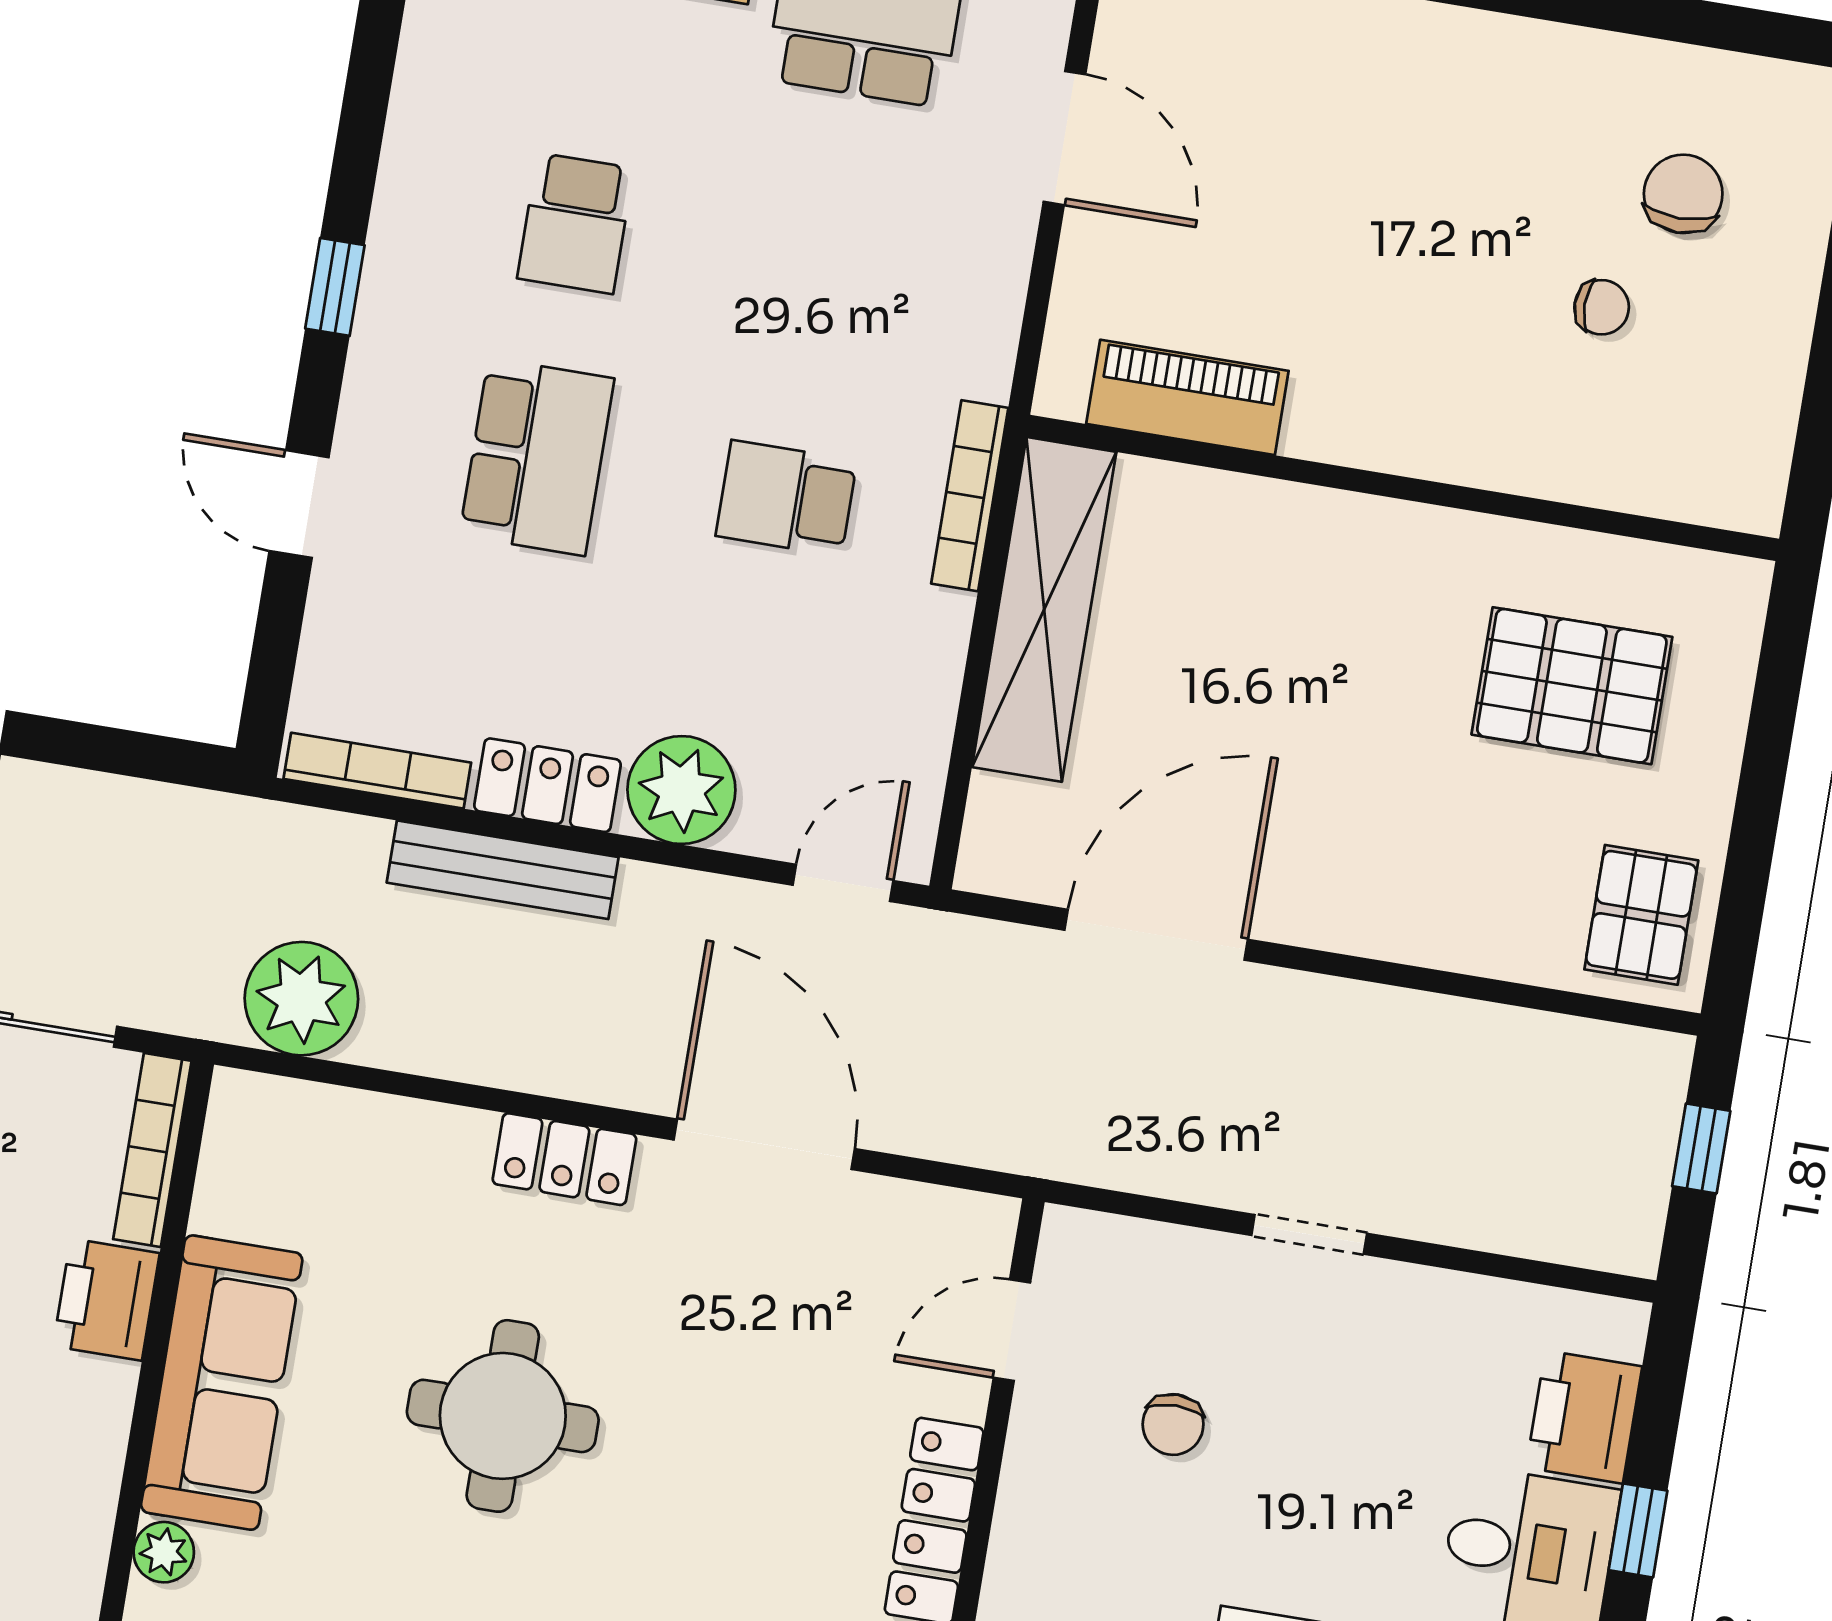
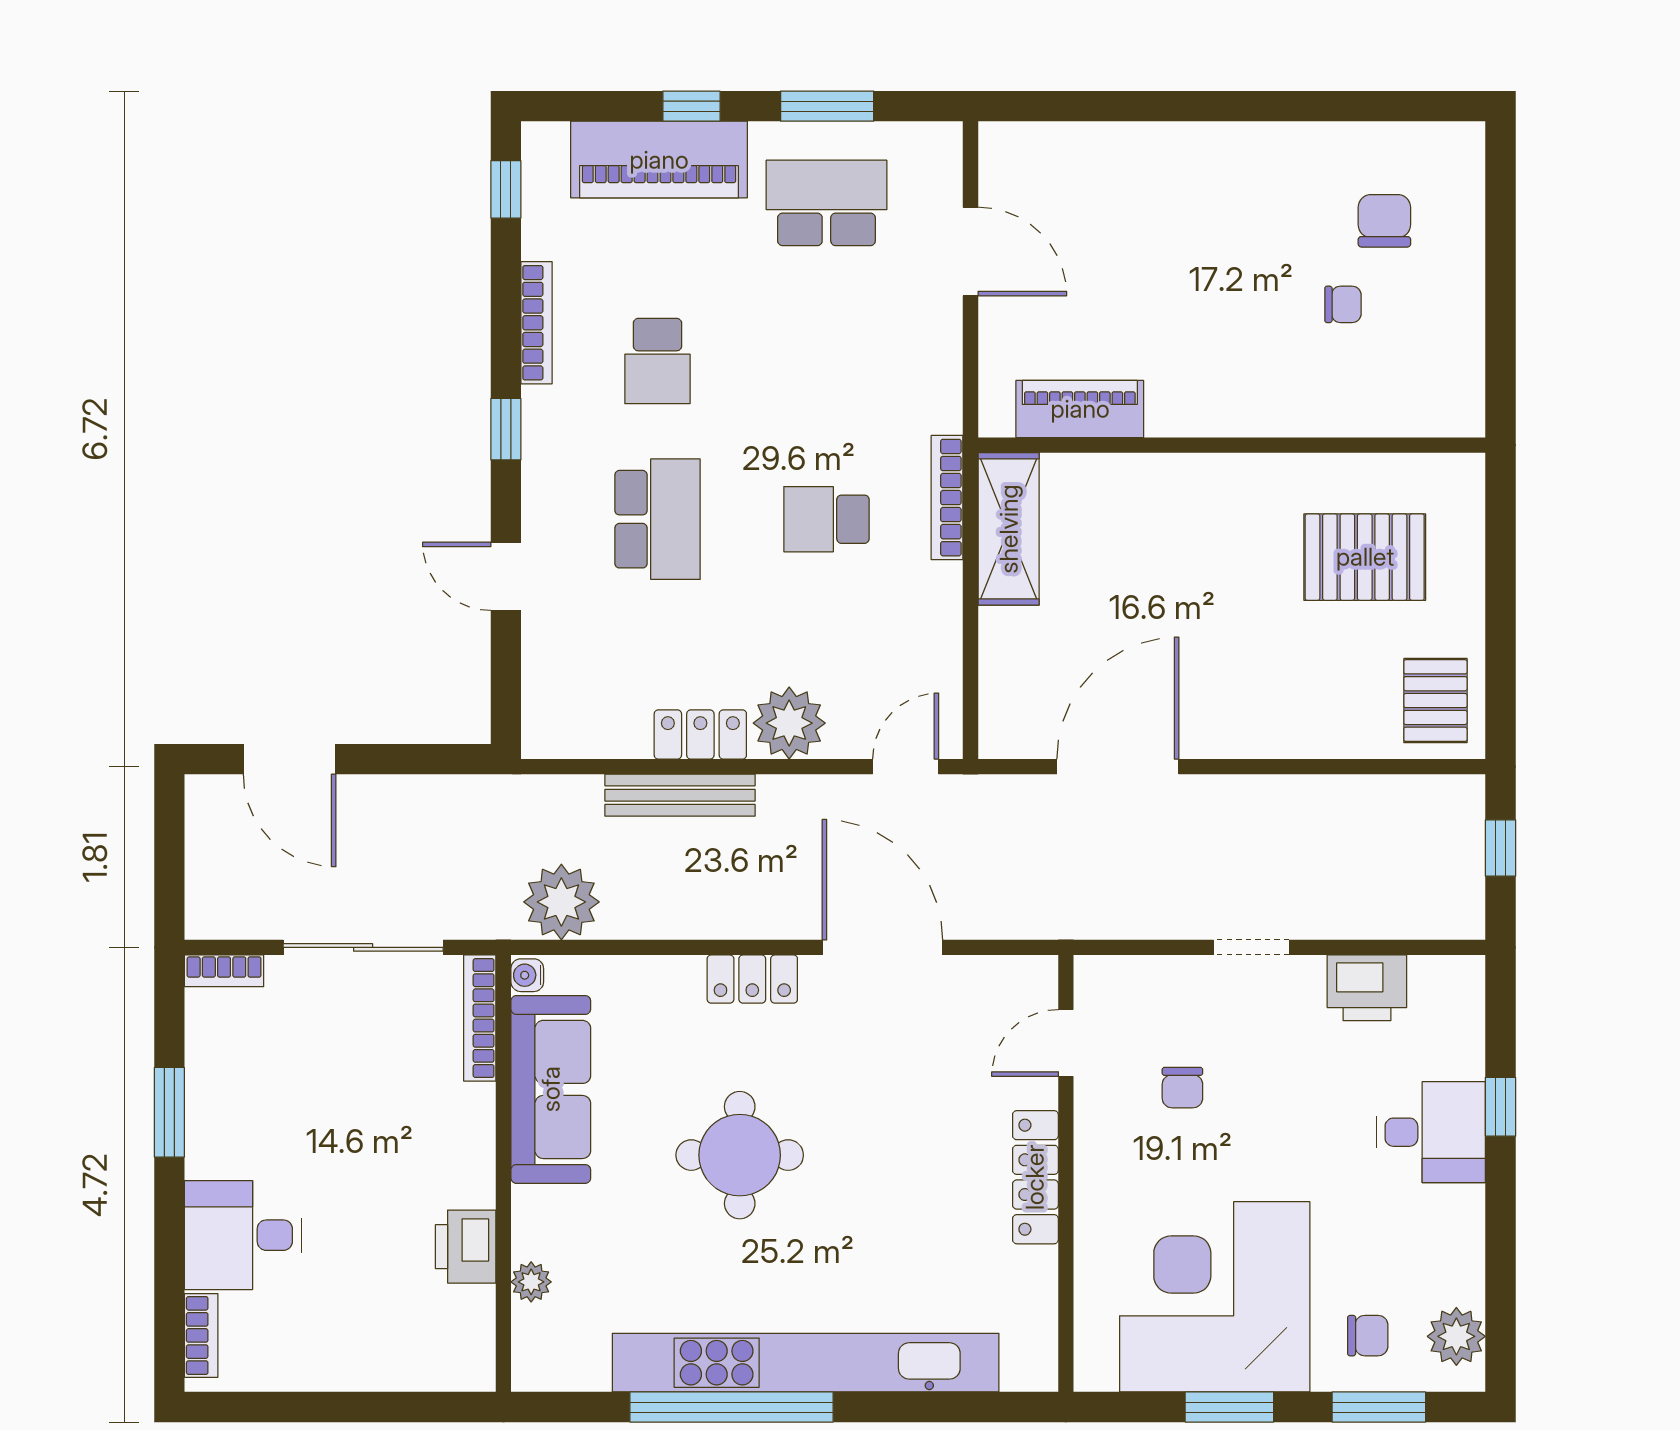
shelving: (1044, 609) -> (1009, 529), width x0.68
bookcase: (377, 771) -> (537, 323), moved, turned 90
water cooler: (233, 1098) -> (527, 975), added
printer: (106, 1300) -> (466, 1247), moved
sofa: (222, 1383) -> (551, 1089), moved
printer: (1584, 1417) -> (1367, 988), moved, turned -90

